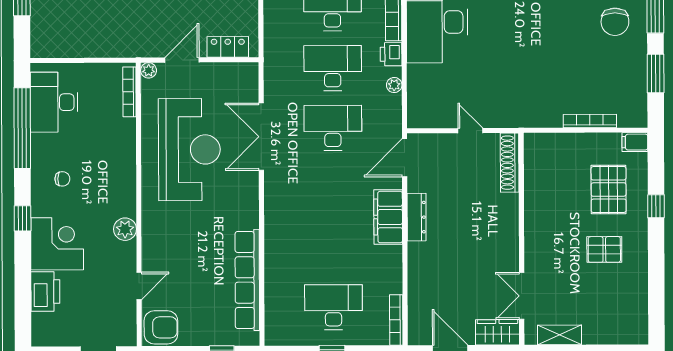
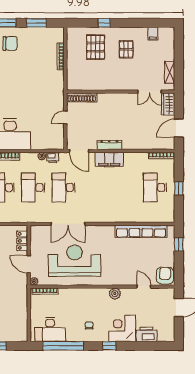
printer: (391, 54) -> (53, 158), moved
filing cabinet: (635, 142) -> (153, 34), moved
pallet: (609, 190) -> (96, 47), turned 90

